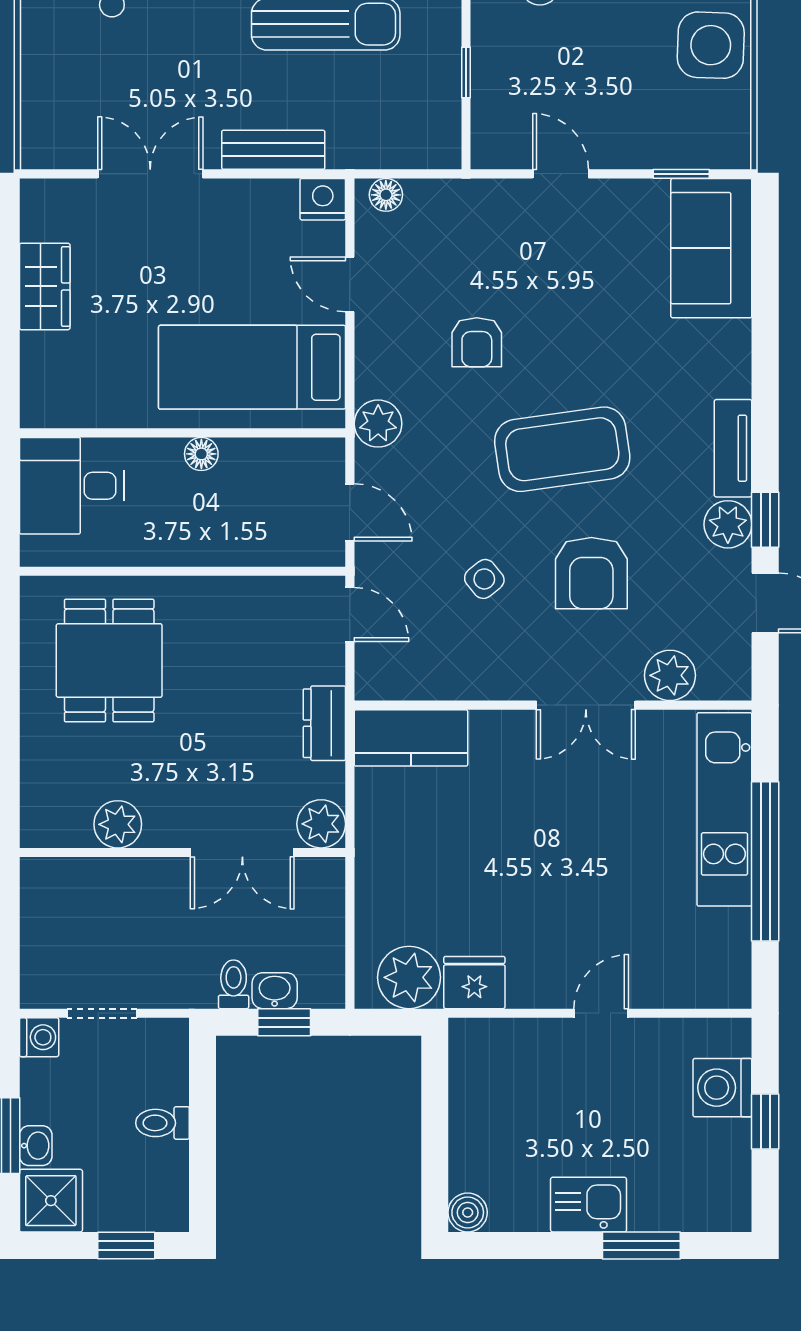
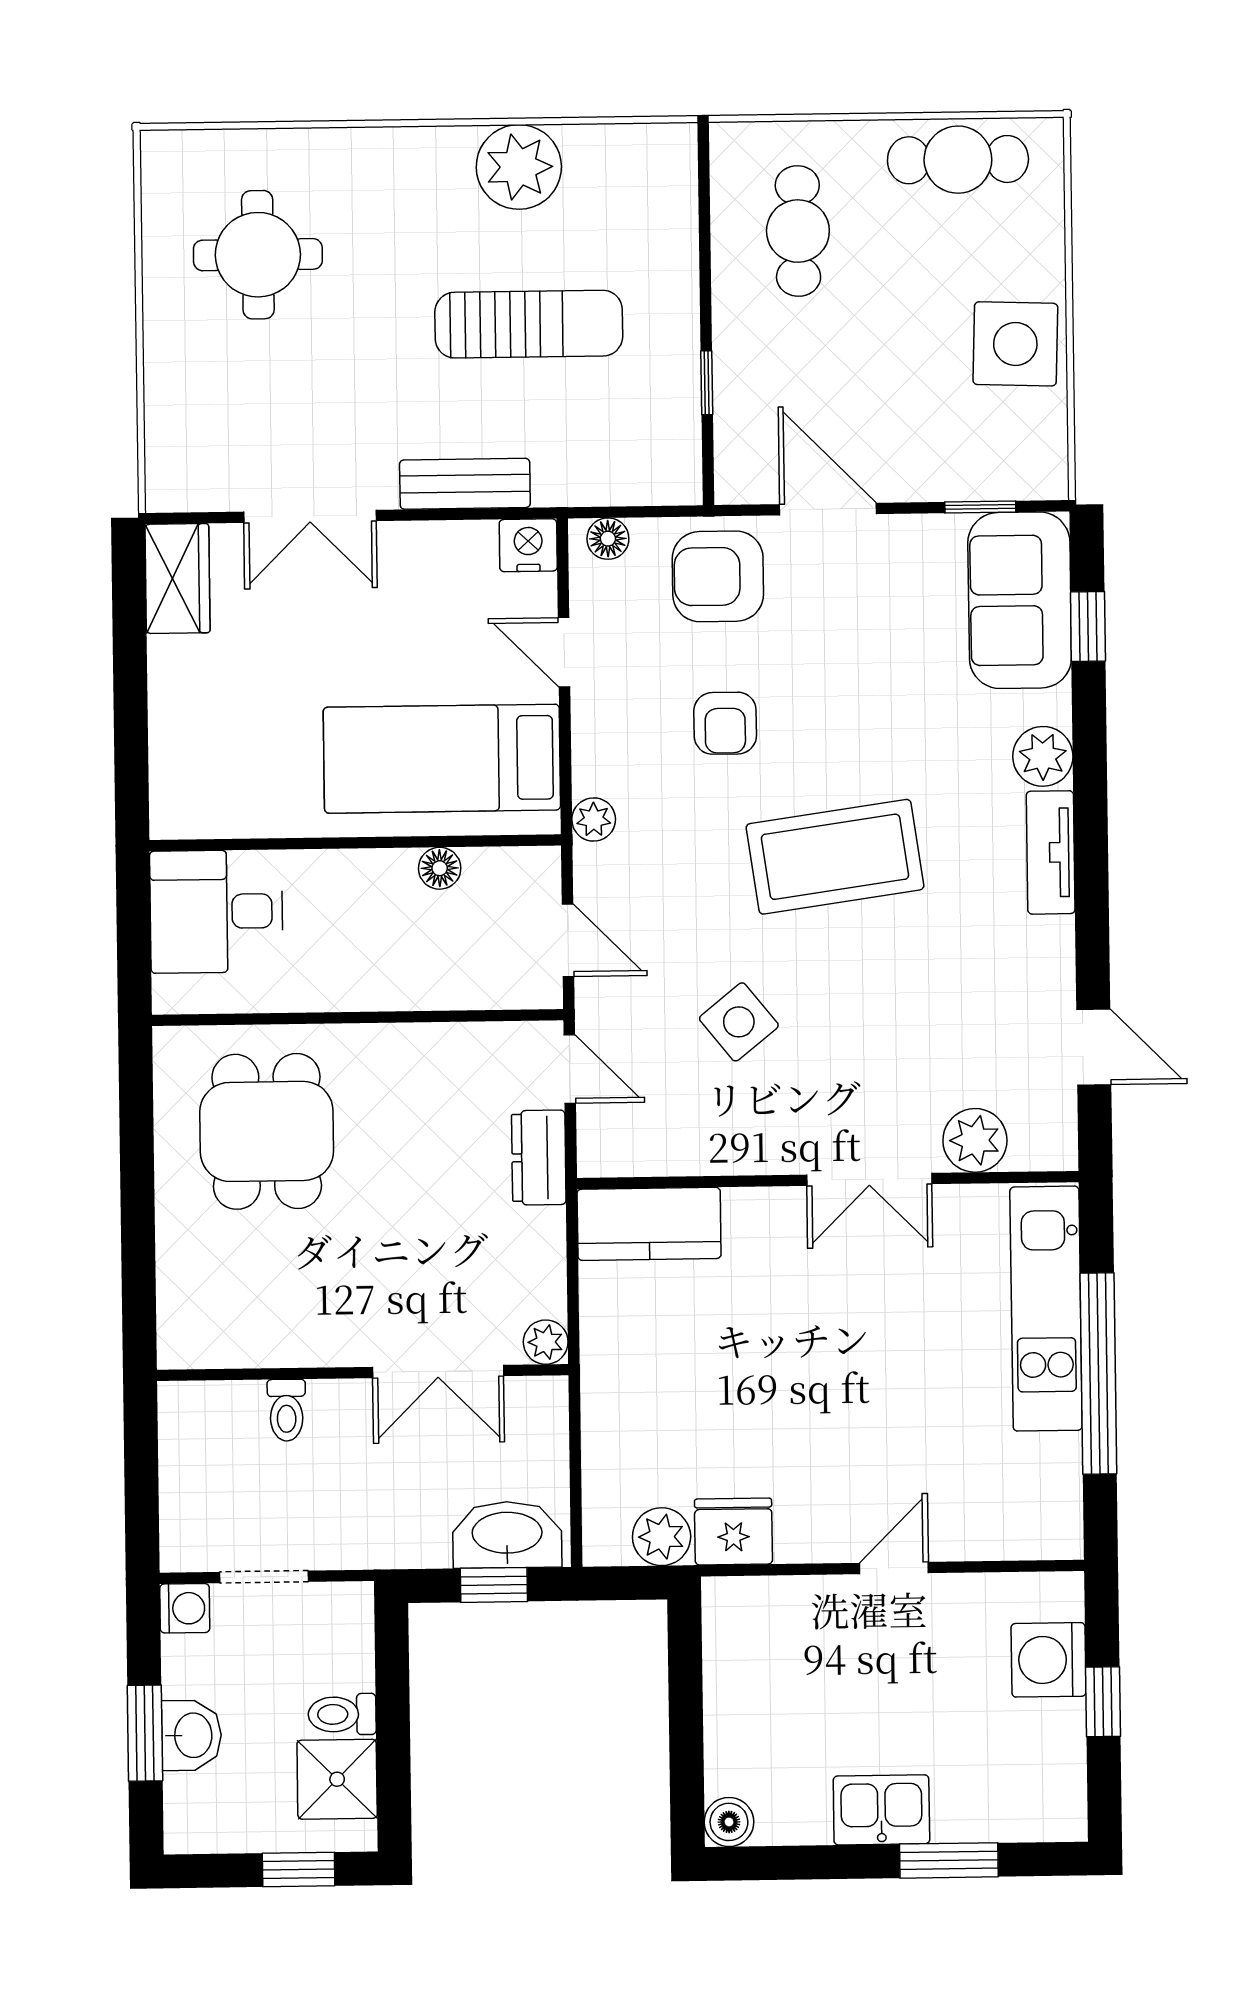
double door: (150, 174) -> (310, 516), swing flipped
door: (561, 174) -> (828, 509), width x1.38
wardrobe: (45, 286) -> (177, 579), moved
plant: (378, 424) -> (594, 820), width x0.73, depth x0.73
floor lamp: (201, 454) -> (440, 868), moved
window: (765, 520) -> (1088, 627), moved
plant: (728, 524) -> (1043, 756), moved
armchair: (591, 573) -> (718, 576), moved, turned 90
side table: (484, 579) -> (739, 1022), width x1.37, depth x1.37
dresser: (324, 723) -> (539, 1158), moved
plant: (118, 824) -> (280, 1338), removed
plant: (321, 824) -> (546, 1342), width x0.73, depth x0.73
plant: (409, 977) -> (662, 1537), width x0.73, depth x0.73
toilet: (234, 984) -> (287, 1410), moved, turned 180
washbasin: (275, 991) -> (507, 1535), width x1.91, depth x1.45
washbasin: (36, 1146) -> (192, 1735), width x1.38, depth x1.45
shower: (51, 1201) -> (337, 1779), moved

